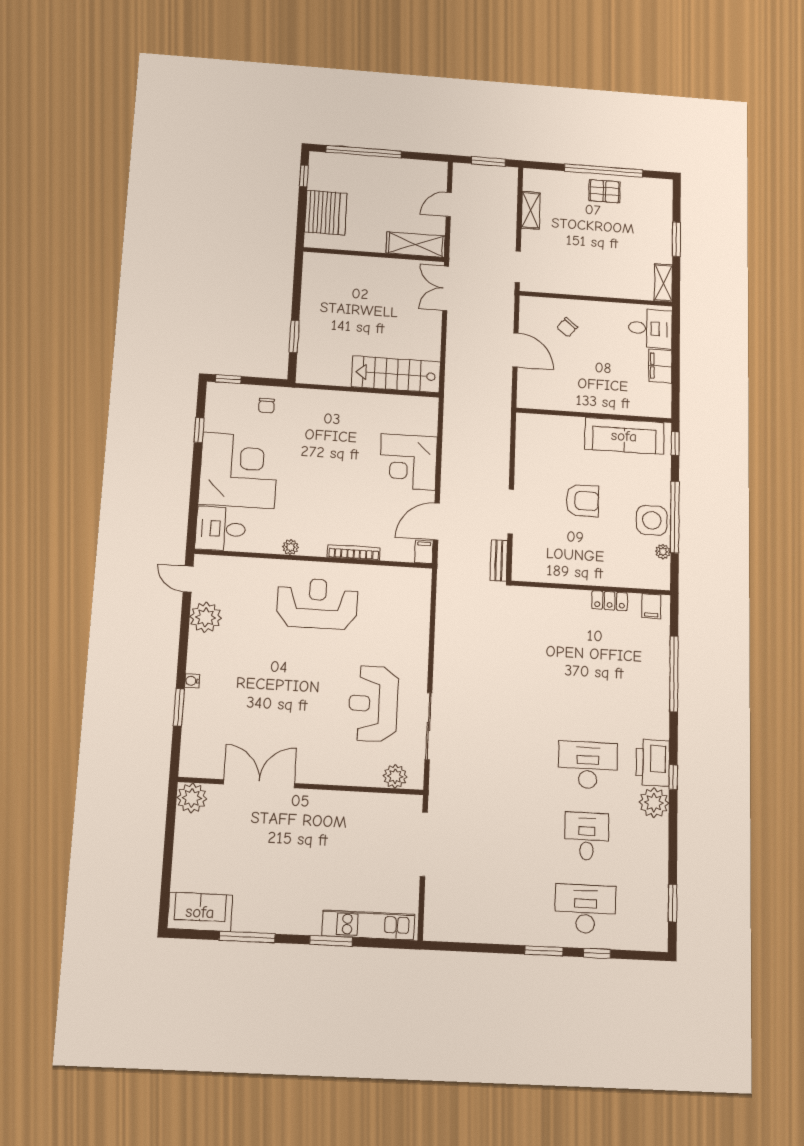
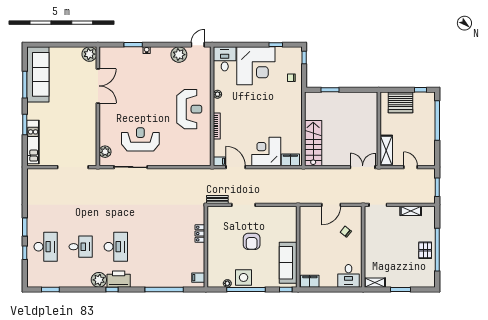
filing cabinet: (660, 366) -> (310, 281), moved
filing cabinet: (426, 418) -> (290, 160), added
locker: (610, 601) -> (200, 234), moved
sofa: (200, 912) -> (38, 74), width x1.85, depth x1.27

